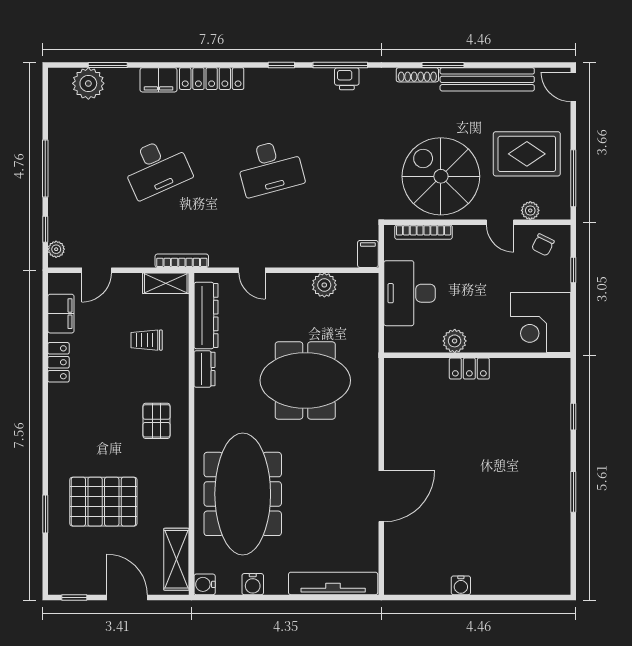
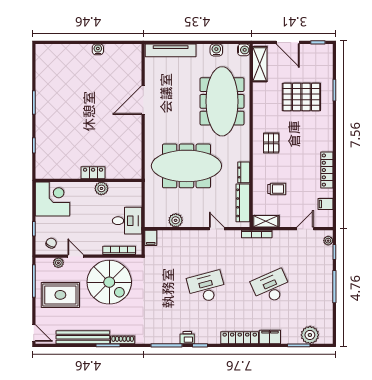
printer: (347, 79) -> (187, 338), moved
desk: (410, 293) -> (127, 221), width x0.73
filing cabinet: (61, 314) -> (325, 204), width x0.50
locker: (58, 362) -> (327, 170), width x1.53
meeting table: (305, 380) -> (186, 166), width x1.36

